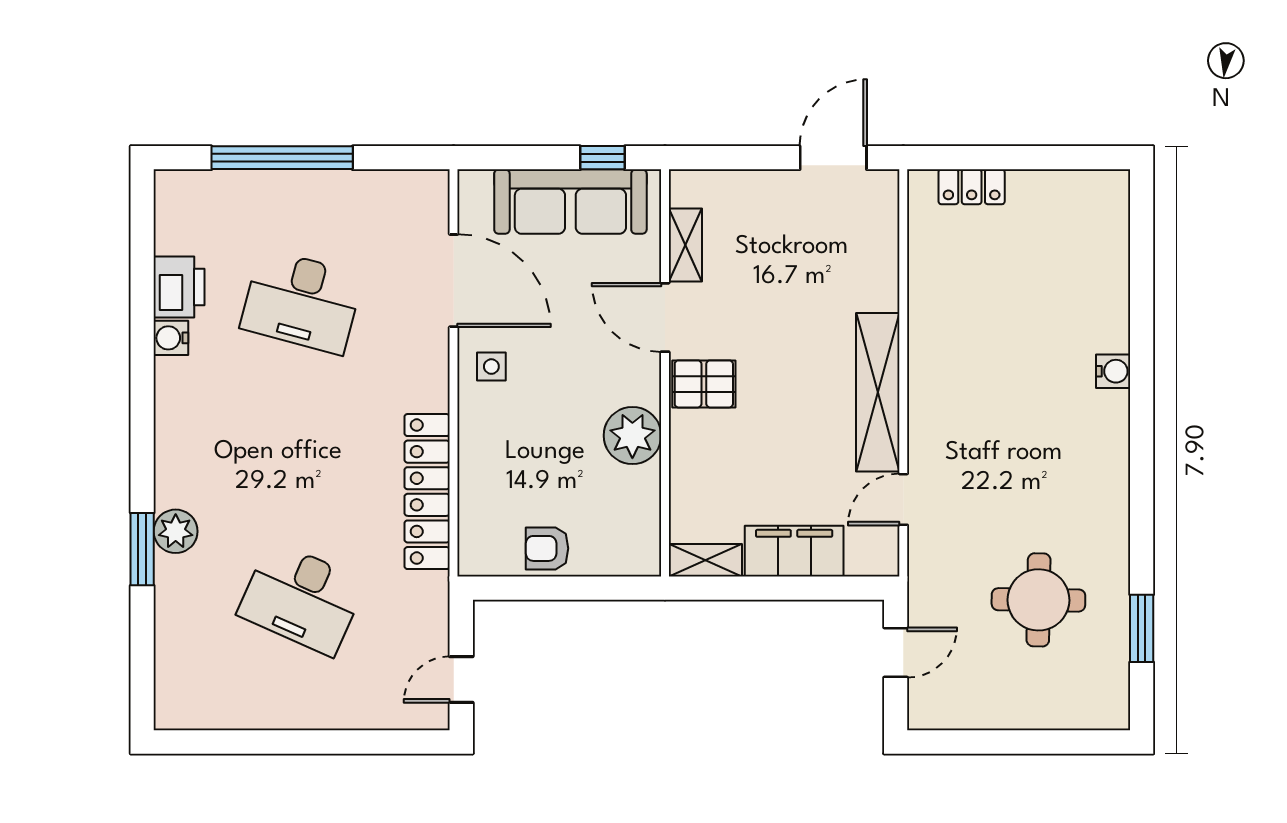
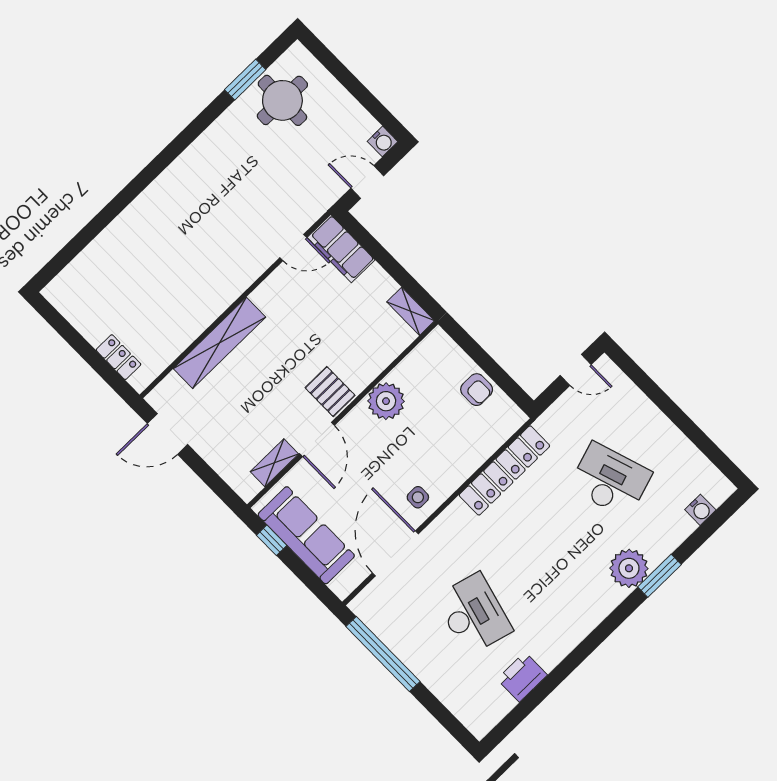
window: (282, 158) -> (383, 654), moved
water cooler: (171, 338) -> (700, 510), moved
water cooler: (1113, 371) -> (383, 141), moved, turned 180
shelving: (878, 392) -> (219, 343), moved
plant: (176, 531) -> (629, 568), width x1.36, depth x1.36
filing cabinet: (794, 551) -> (341, 249), moved
desk: (302, 598) -> (610, 480), turned -42
round table: (1038, 600) -> (282, 100), moved

